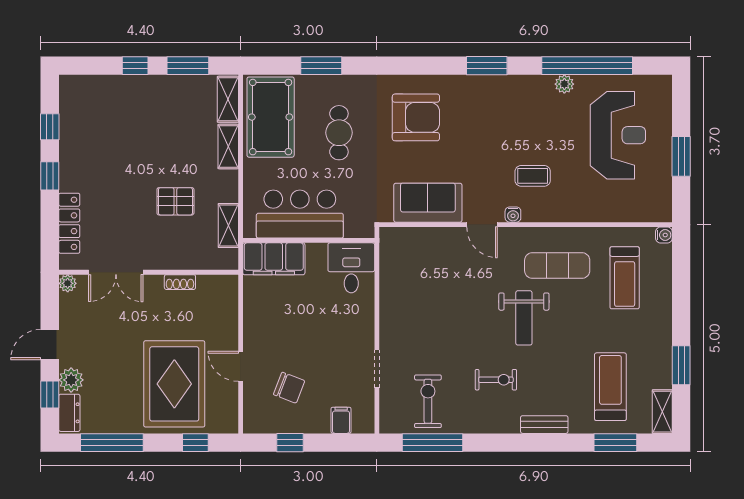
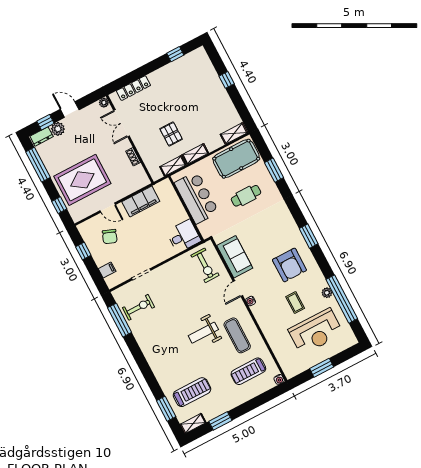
window: (188, 66) -> (240, 105), removed
window: (487, 66) -> (309, 236), moved
armchair: (416, 117) -> (289, 265), moved
shelving: (228, 147) -> (195, 154), moved
window: (50, 176) -> (151, 67), removed
coffee table: (533, 176) -> (295, 303), moved
filing cabinet: (274, 259) -> (141, 201), moved, turned -90
door: (241, 366) -> (108, 208), swing flipped
exercise bike: (496, 380) -> (205, 265), moved, width x1.38, depth x1.39
bench: (544, 425) -> (157, 370), removed

